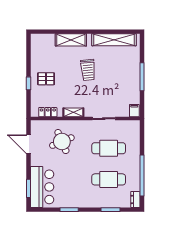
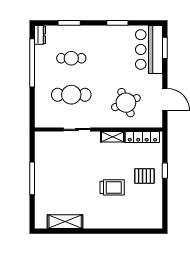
shelving: (71, 40) -> (115, 221), removed
shelving: (114, 40) -> (65, 222), width x0.68
trolley: (88, 70) -> (112, 187), moved, turned 95
filing cabinet: (134, 111) -> (41, 139), removed
locker: (48, 112) -> (142, 137), width x1.53
cafe table: (109, 179) -> (71, 58), width x0.73, depth x0.74

